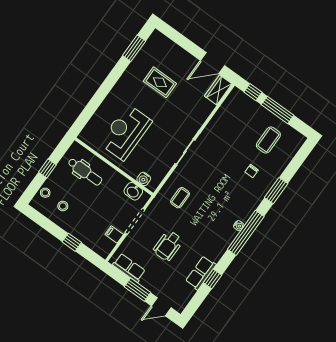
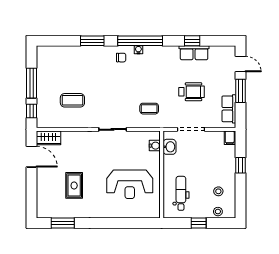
coffee table: (268, 140) -> (72, 100), moved
chair: (252, 171) -> (121, 58), moved
filing cabinet: (114, 234) -> (230, 138), moved

